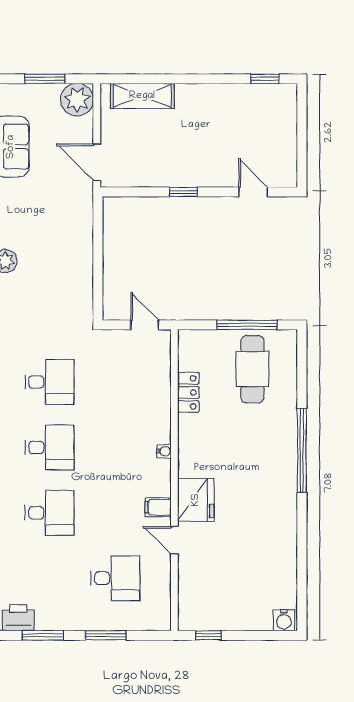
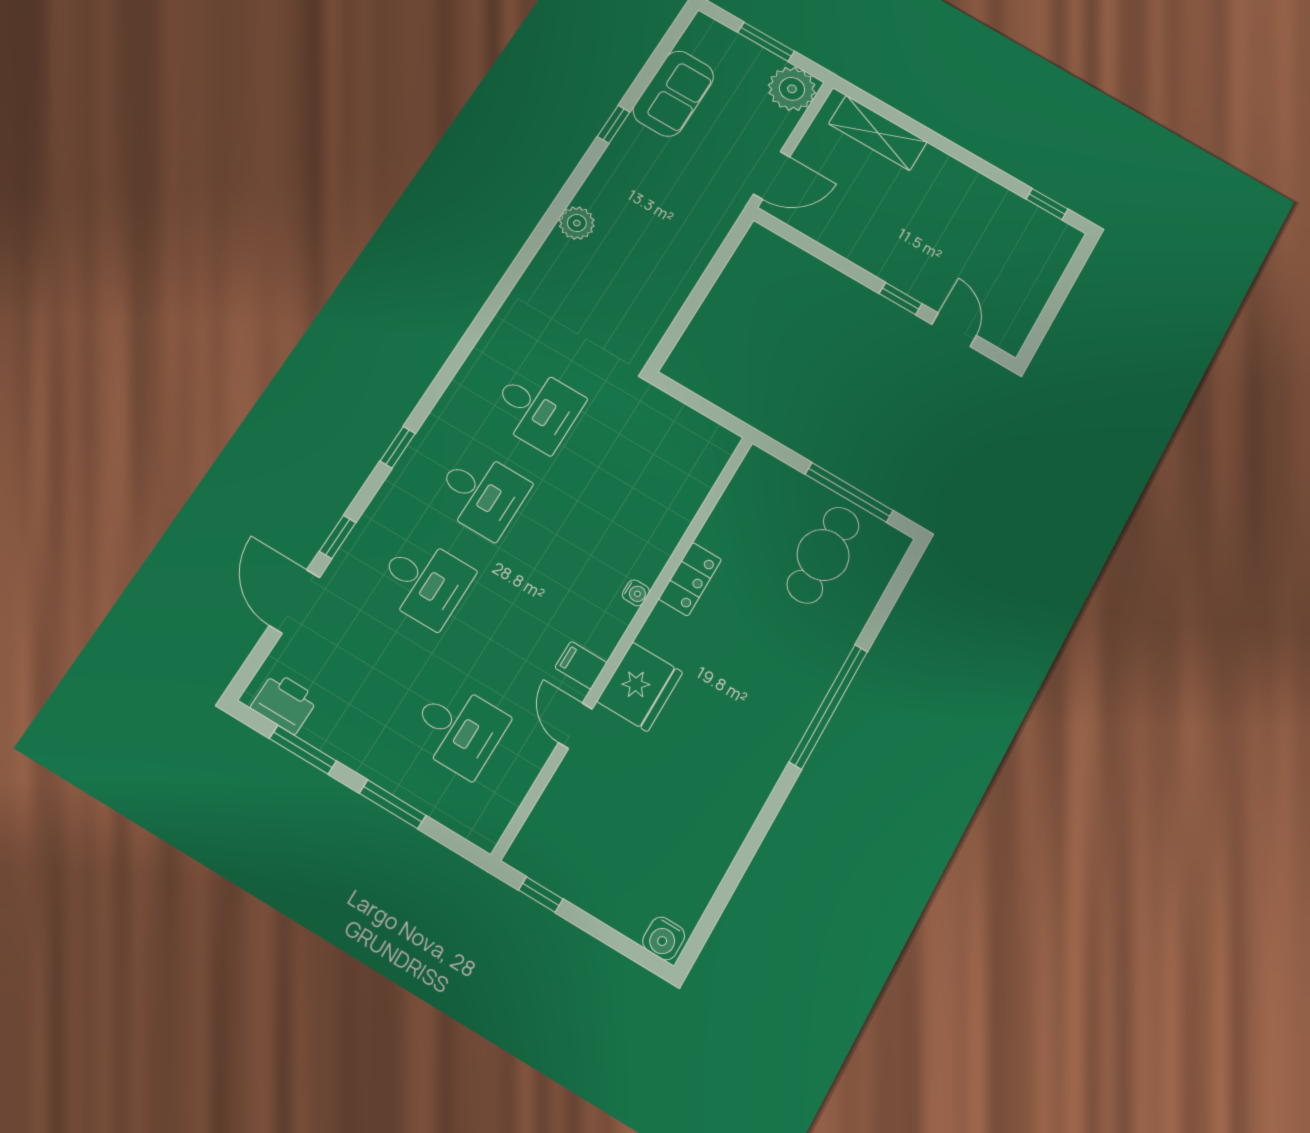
door: (97, 162) -> (772, 175), swing flipped
window: (183, 192) -> (901, 299), moved
door: (145, 325) -> (711, 411), removed
locker: (188, 392) -> (690, 579), moved

